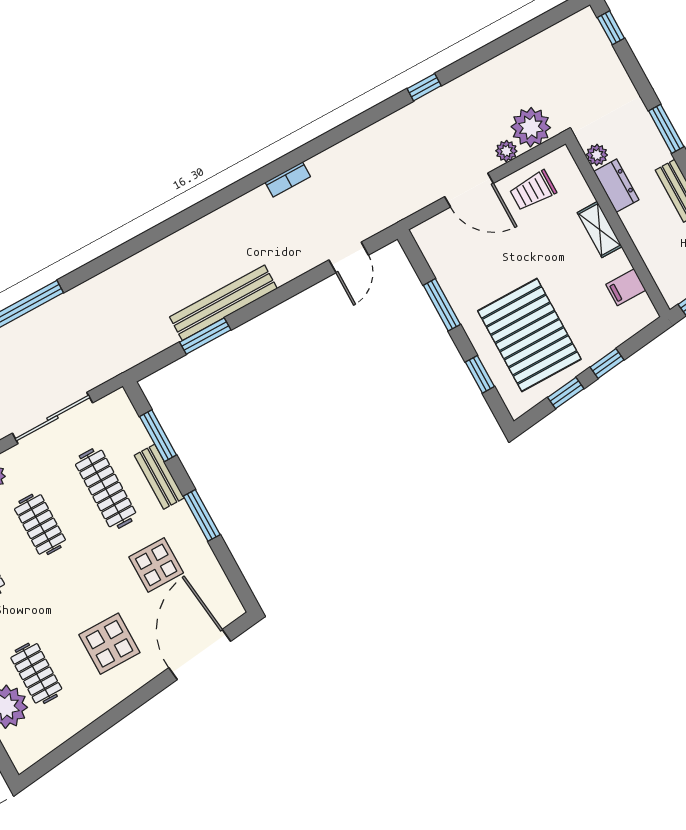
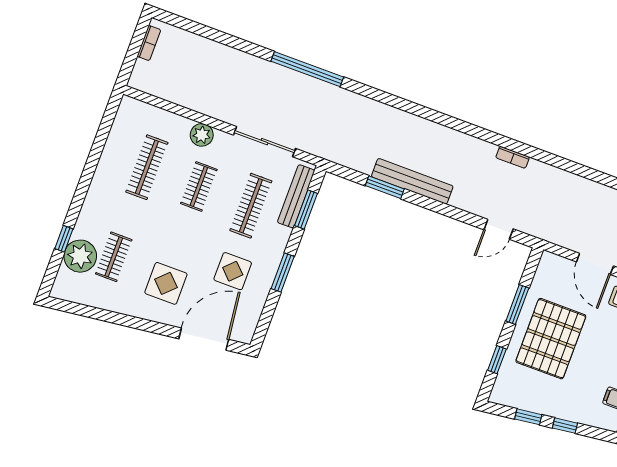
pallet: (529, 335) -> (551, 339), moved
bench: (159, 477) -> (296, 196), moved, width x1.36

